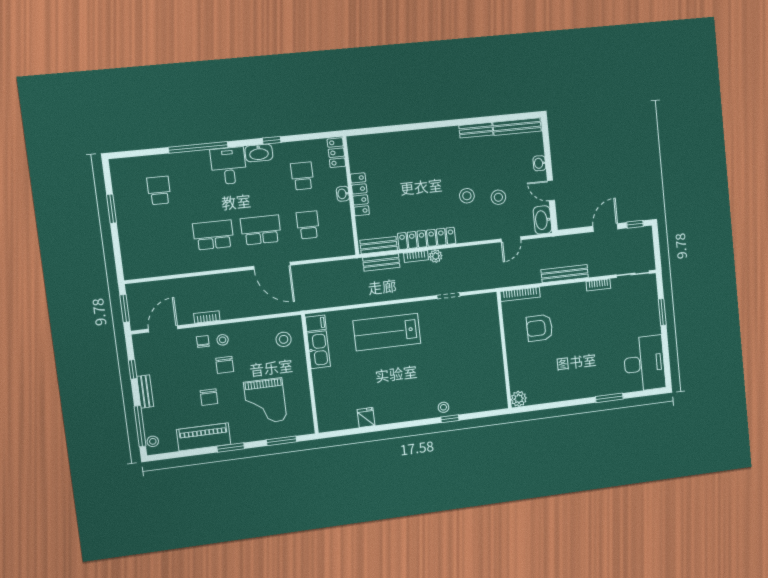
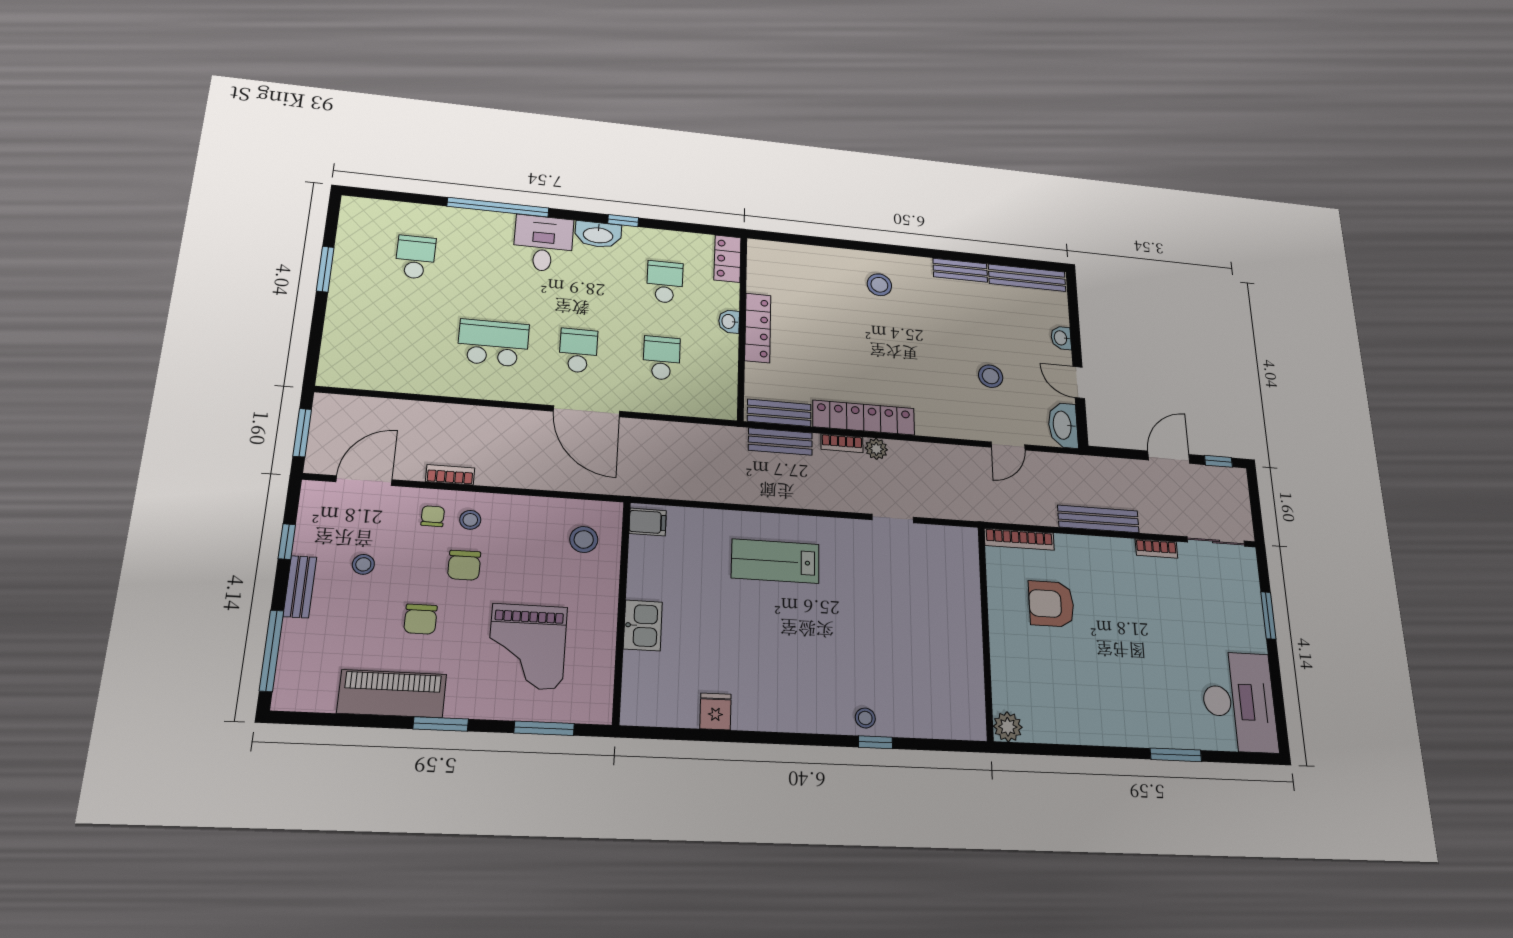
stool: (467, 196) -> (879, 285), moved
school desk: (261, 230) -> (578, 351), width x0.54
lab bench: (387, 332) -> (775, 561), width x0.73, depth x0.72
kitchen sink: (319, 350) -> (643, 625), moved, width x0.73
stool: (153, 441) -> (363, 564), moved

